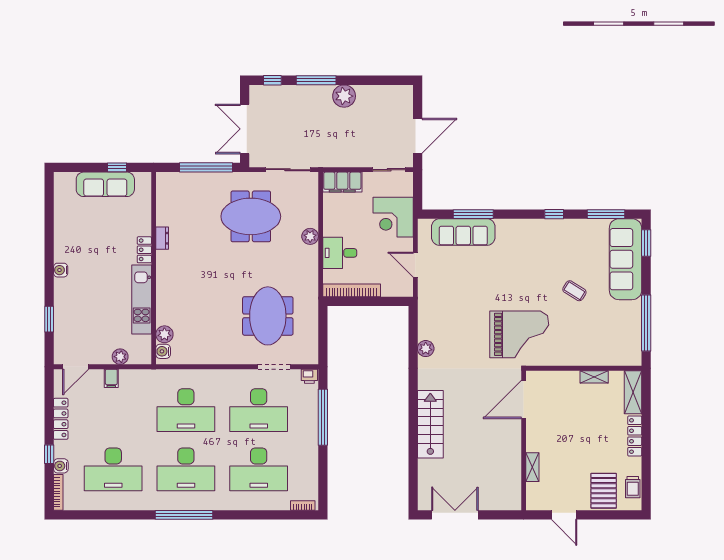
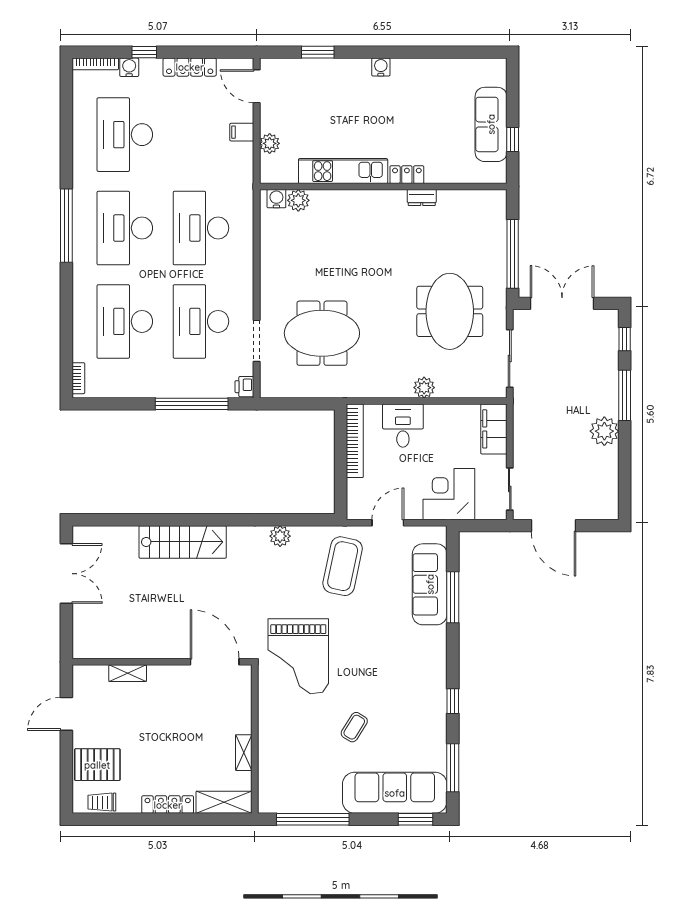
coffee table: (449, 300) -> (343, 566), added

